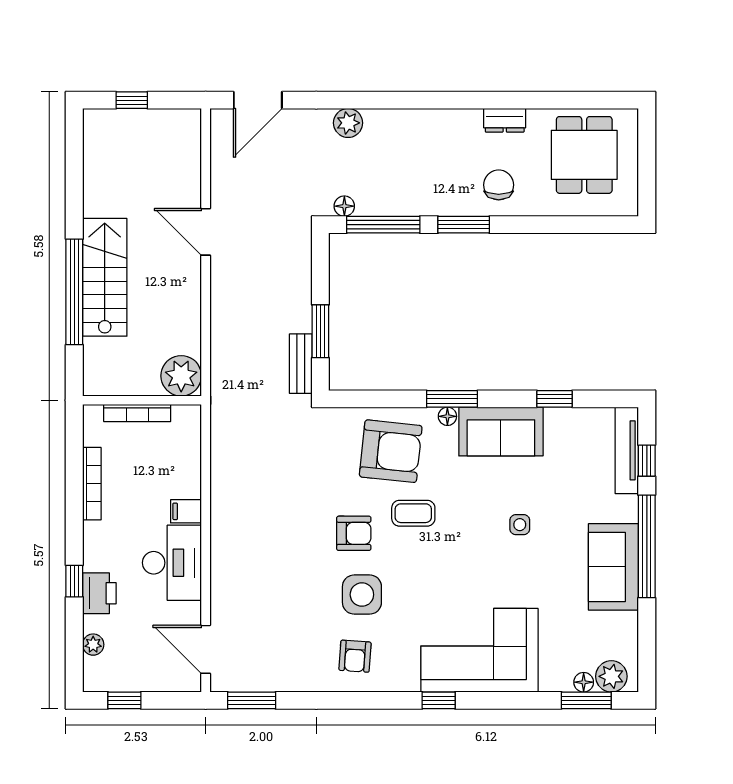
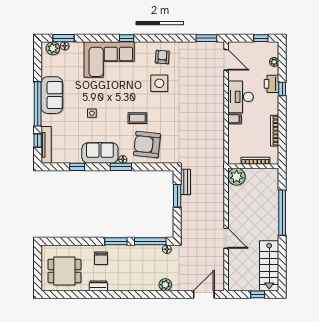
dining table: (584, 155) -> (64, 271), turned 90
stairs: (105, 277) -> (269, 266), moved
armchair: (354, 533) -> (163, 109), removed

